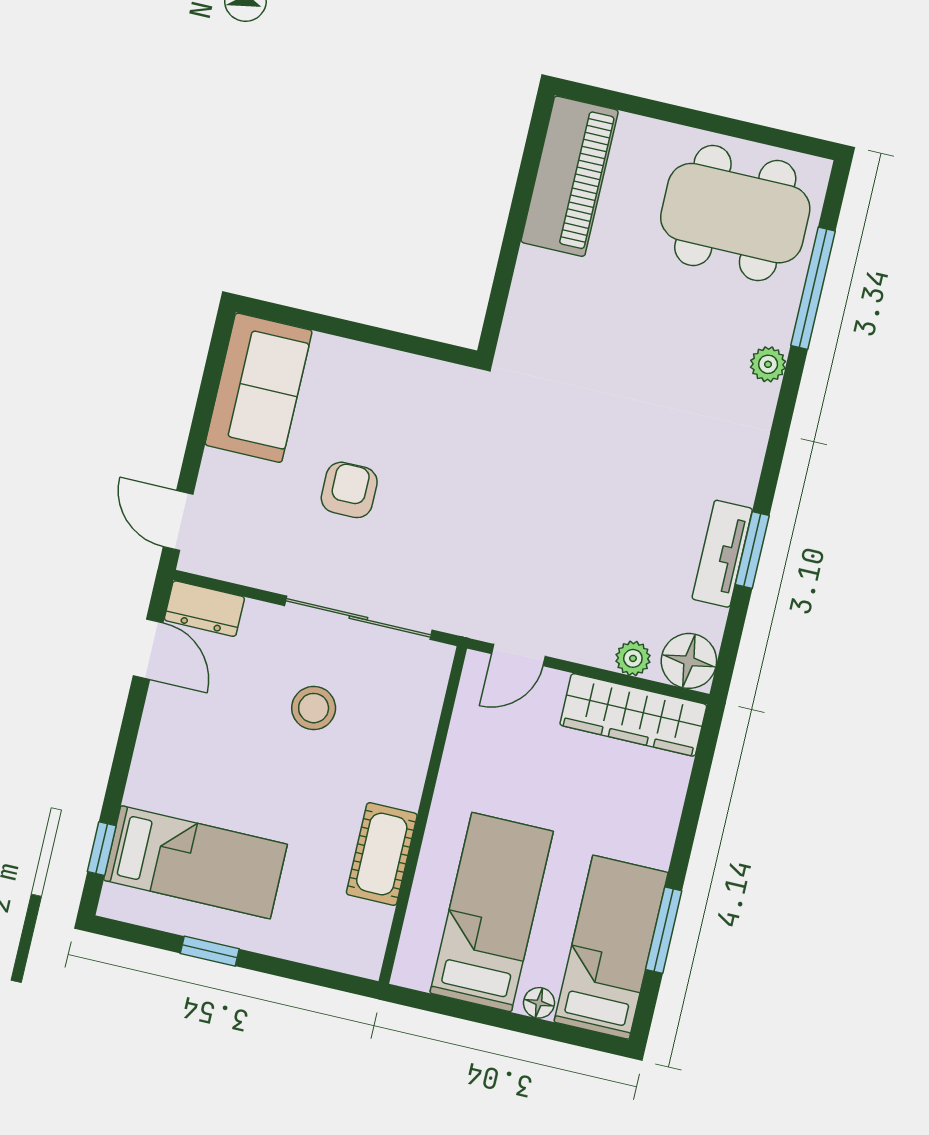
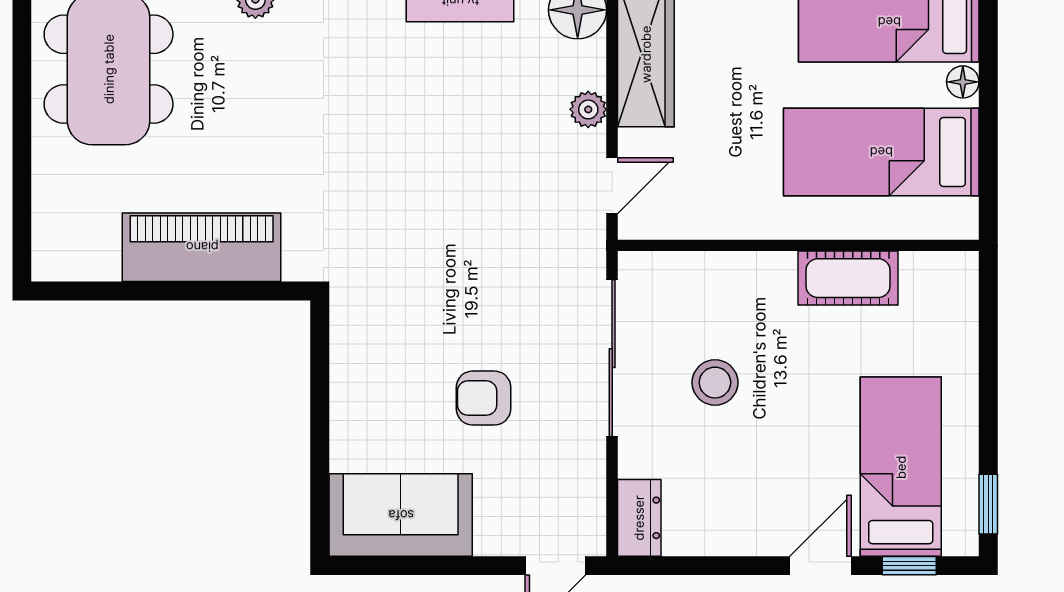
piano: (570, 176) -> (202, 247), moved
door: (148, 649) -> (820, 566), moved
door: (518, 655) -> (612, 186), hinge flipped
plant: (633, 658) -> (588, 109), moved
window: (210, 951) -> (988, 504), moved

